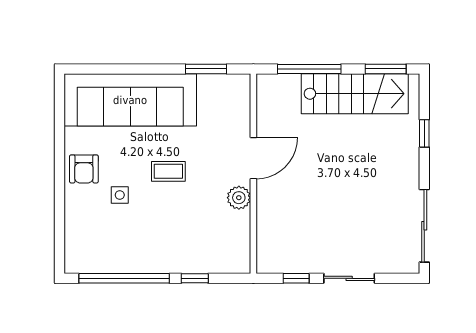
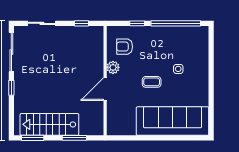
window: (206, 69) -> (131, 138), removed
window: (309, 69) -> (74, 138), width x0.69
window: (424, 133) -> (11, 88), moved
armchair: (84, 169) -> (125, 47), moved, turned -90
sliding door: (349, 278) -> (42, 23), moved

